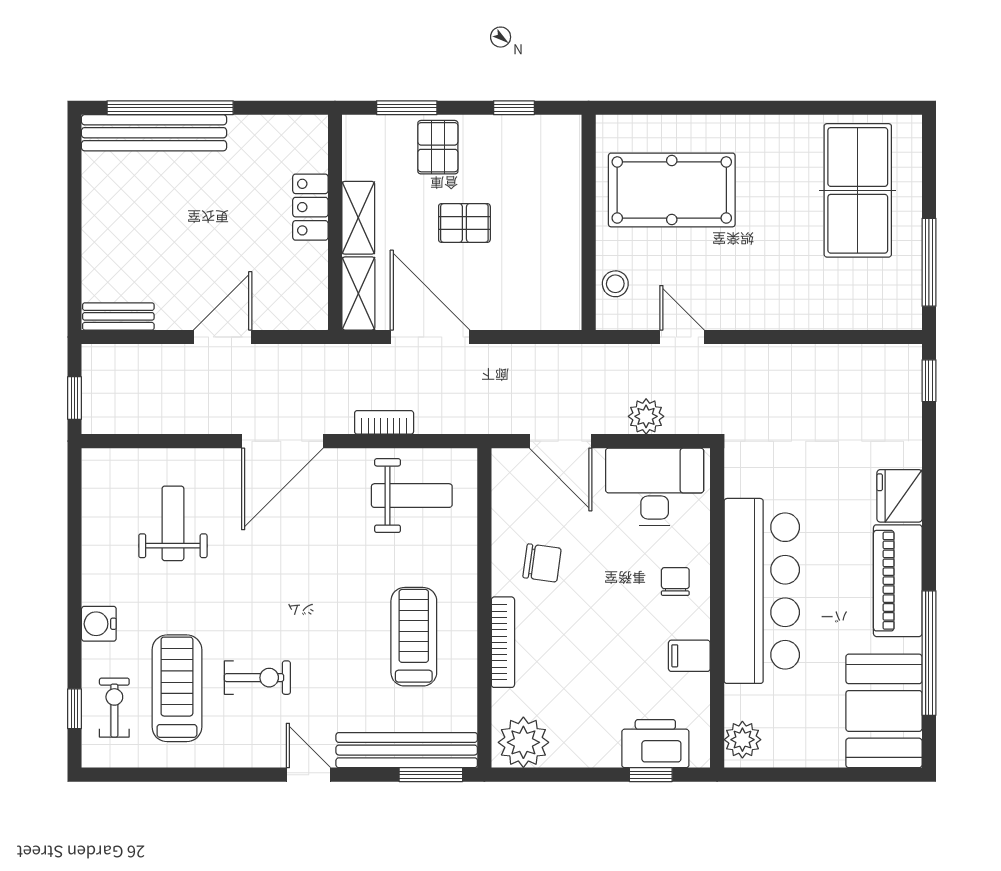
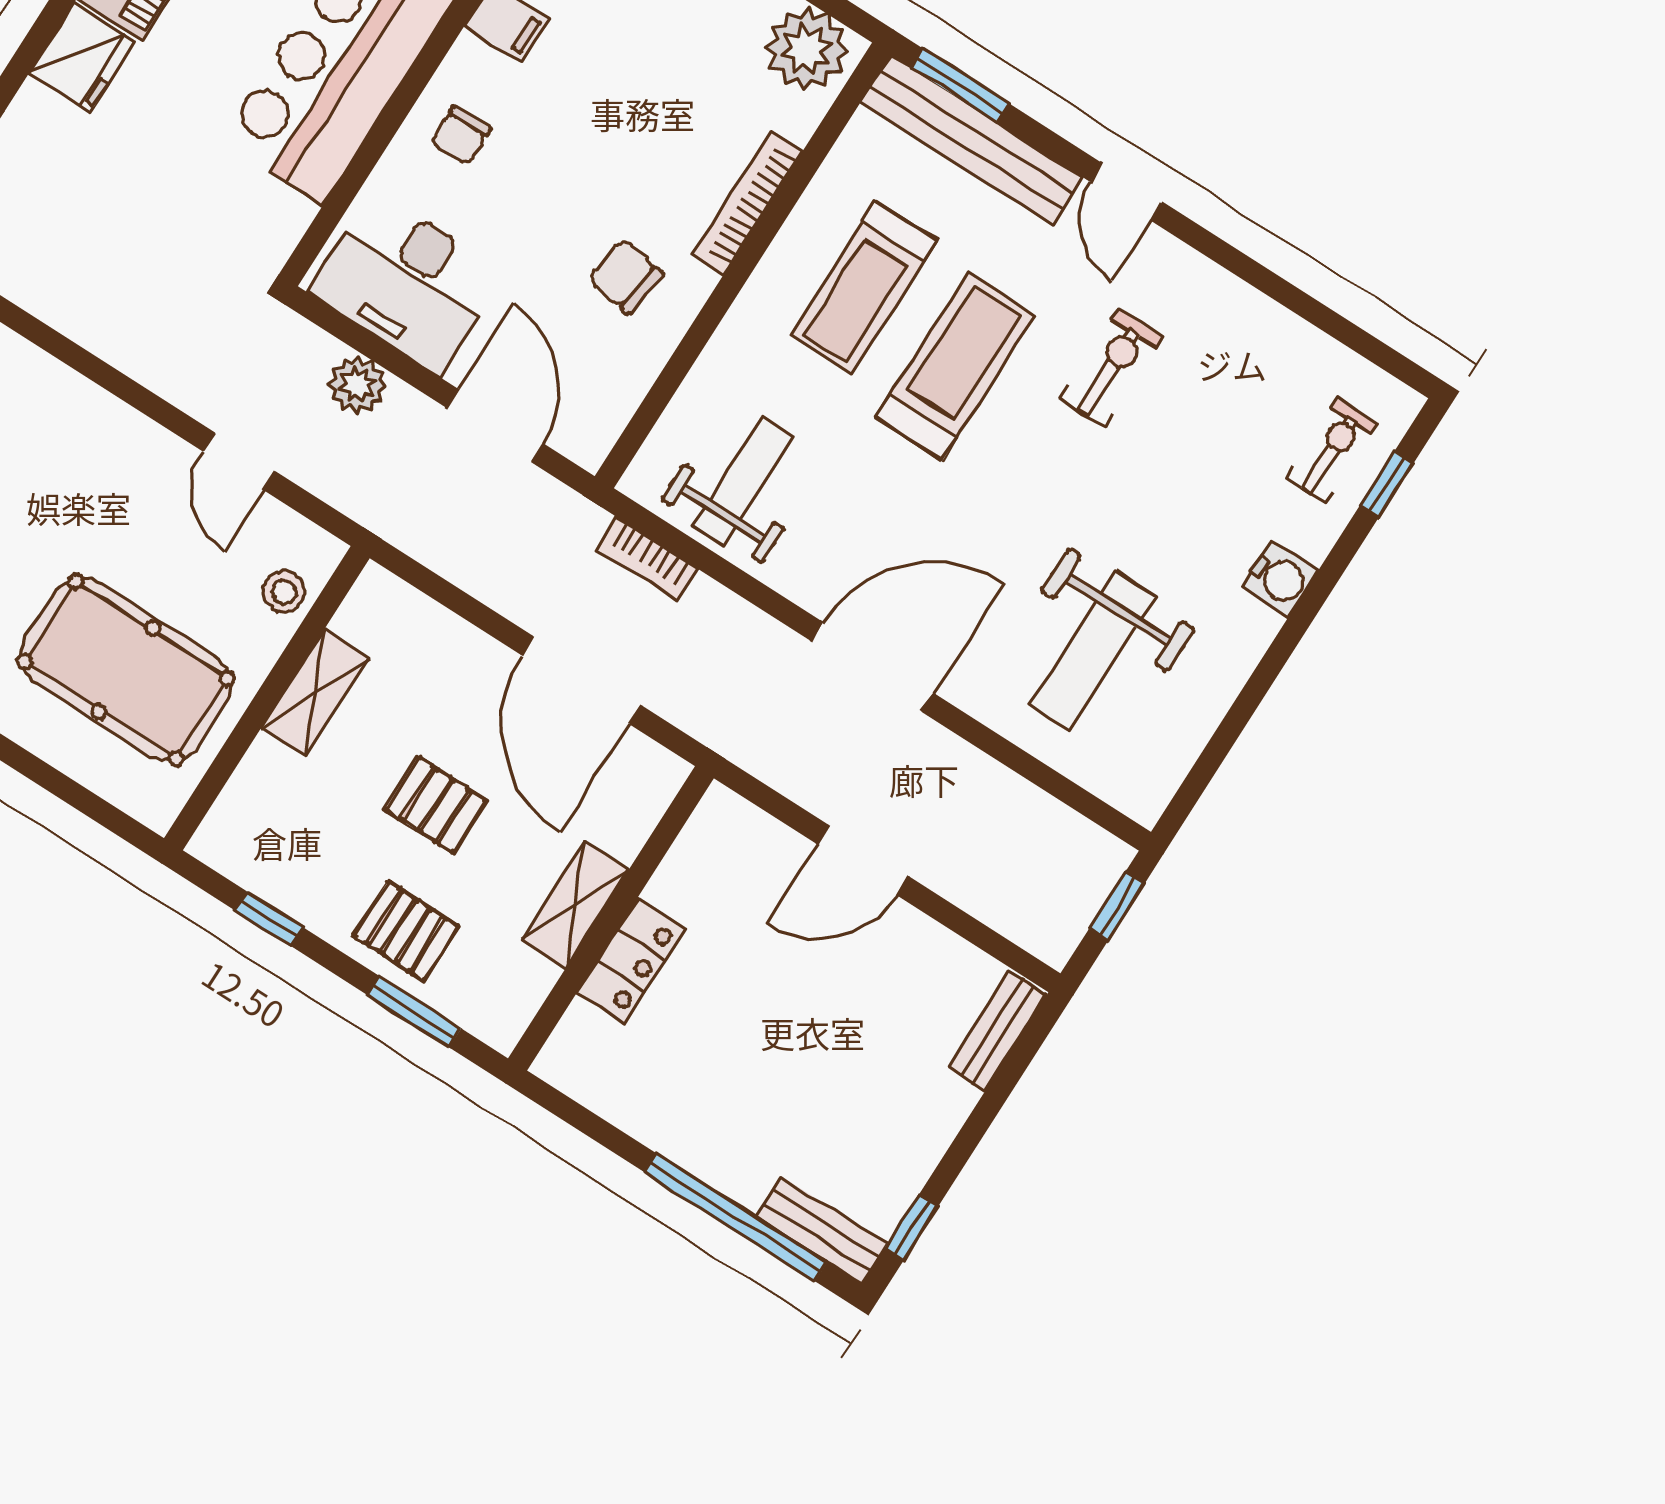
bench: (154, 133) -> (822, 1231), width x0.54, depth x0.82
pallet: (438, 147) -> (406, 931), turned 90
window: (75, 161) -> (911, 1227), added
shelving: (358, 293) -> (315, 693), moved
bench: (118, 316) -> (997, 1031), moved, turned 90
bookcase: (384, 422) -> (647, 559), moved
weight bench: (412, 496) -> (744, 481), turned 90
weight bench: (173, 523) -> (1092, 650), width x1.36, depth x1.33
exercise bike: (257, 678) -> (1111, 368), turned 90
treadmill: (177, 688) -> (955, 366), moved, turned 180
exercise bike: (114, 708) -> (1332, 451), turned 180

